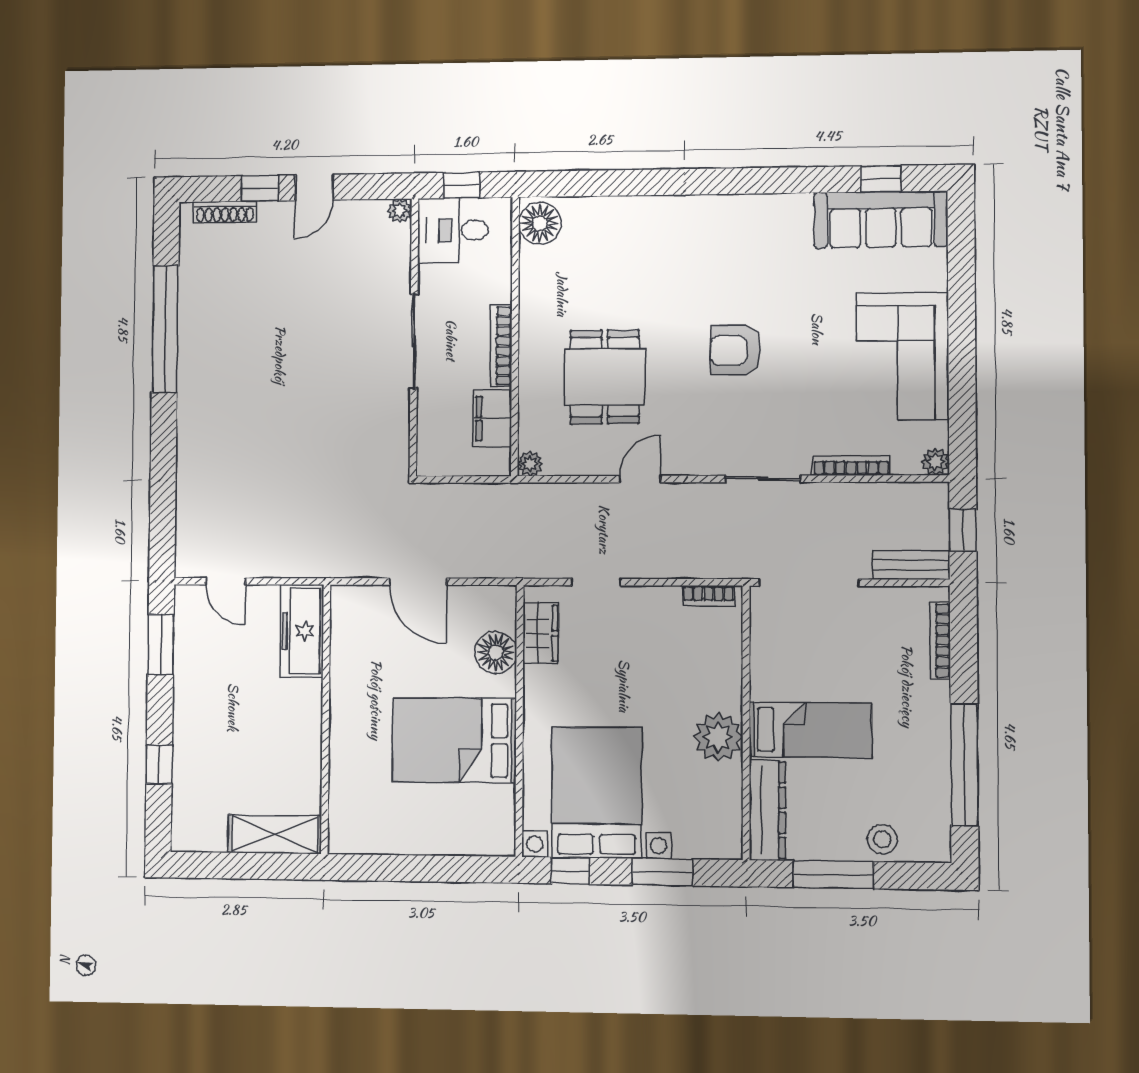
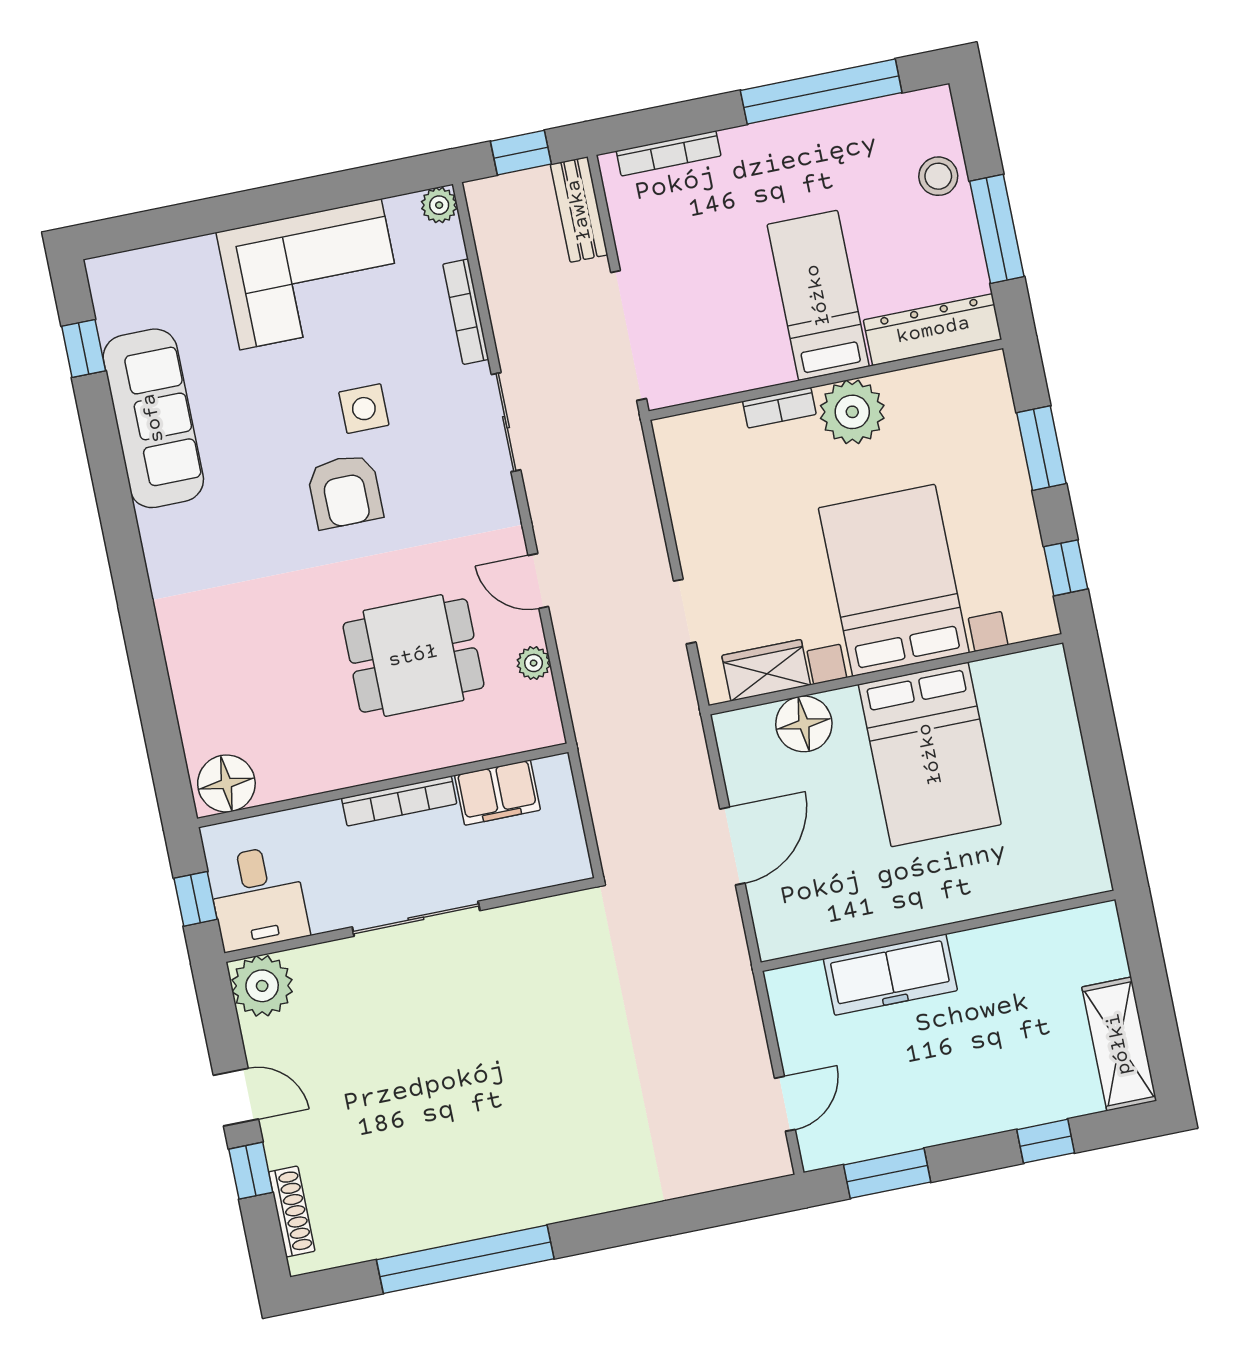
plant: (400, 211) -> (262, 986), width x1.87, depth x1.87
sofa: (881, 219) -> (153, 418), moved
side table: (794, 376) -> (364, 409), added
plant: (530, 464) -> (534, 663), moved
bookcase: (708, 596) -> (779, 408), moved, turned 90
freezer: (302, 631) -> (890, 975), moved
bed with nightstands: (597, 792) -> (894, 580), moved, turned 90
shelving: (275, 834) -> (1119, 1044), moved

